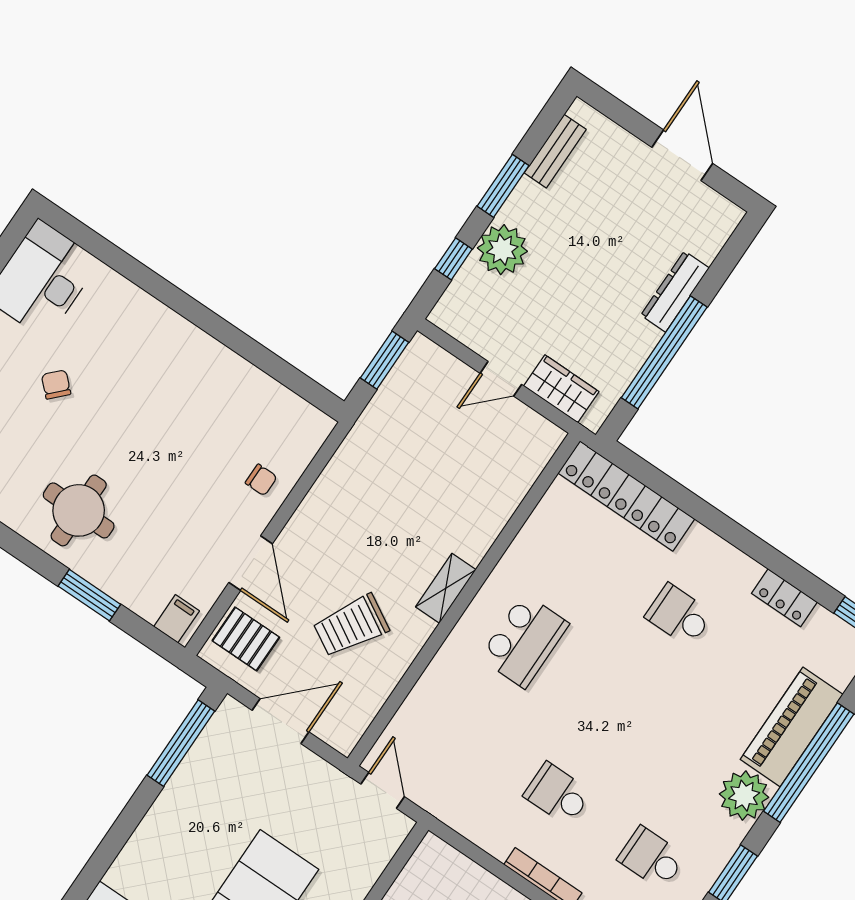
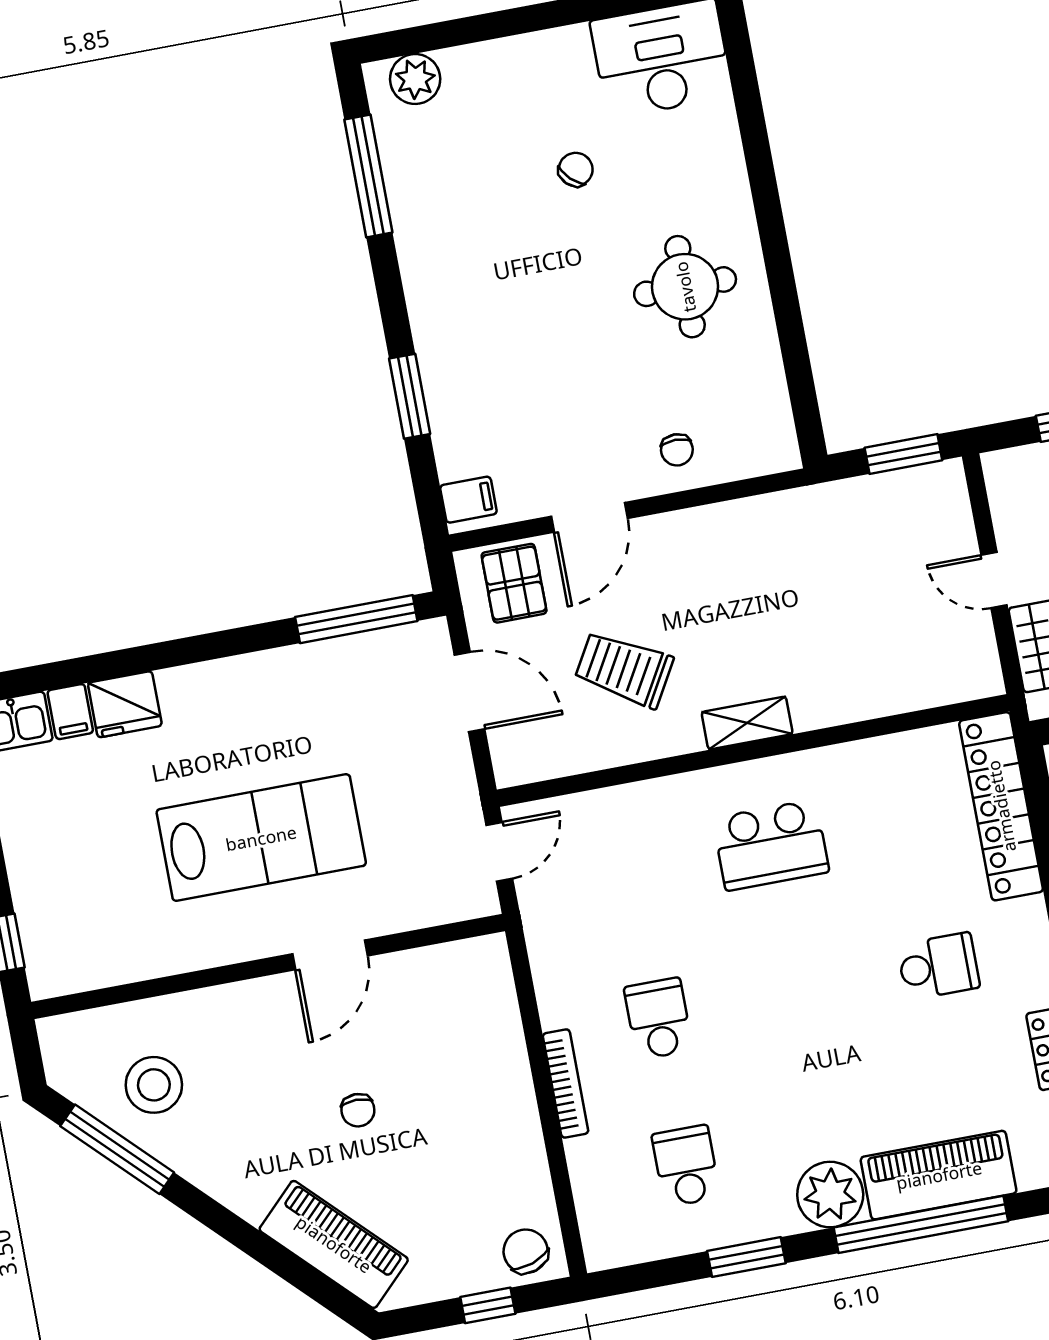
round table: (79, 510) -> (685, 287), moved
school desk: (679, 615) -> (938, 966), turned 90

